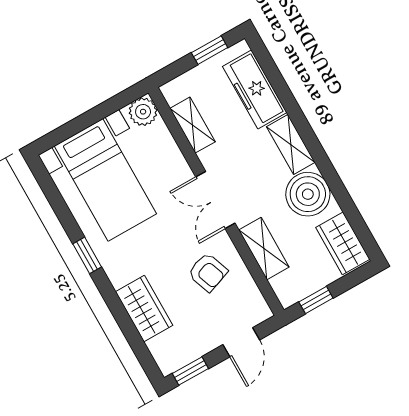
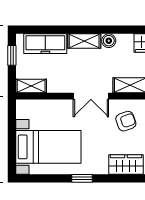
plant: (143, 112) -> (24, 108), removed
shelving: (193, 125) -> (31, 86), moved
boiler: (308, 194) -> (109, 41), width x0.54, depth x0.54

